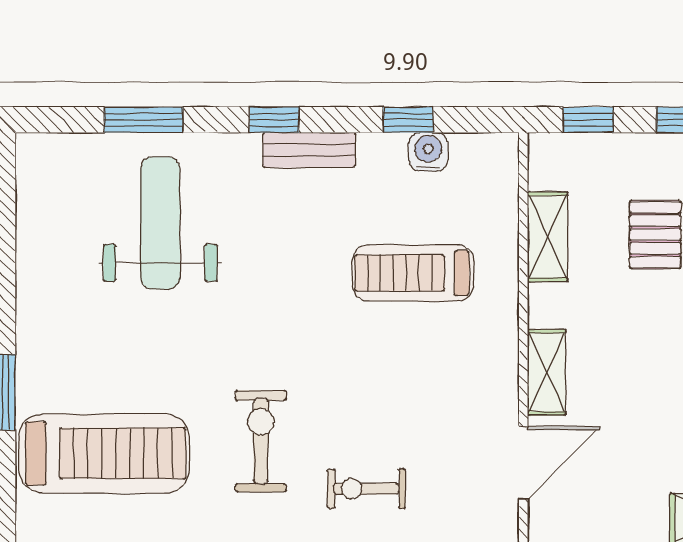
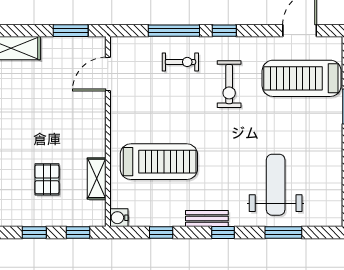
water cooler: (428, 152) -> (119, 218), moved, turned 90
weight bench: (160, 223) -> (276, 185), turned 180
treadmill: (413, 273) -> (159, 162), width x1.37, depth x1.38
shelving: (547, 372) -> (97, 116), removed

